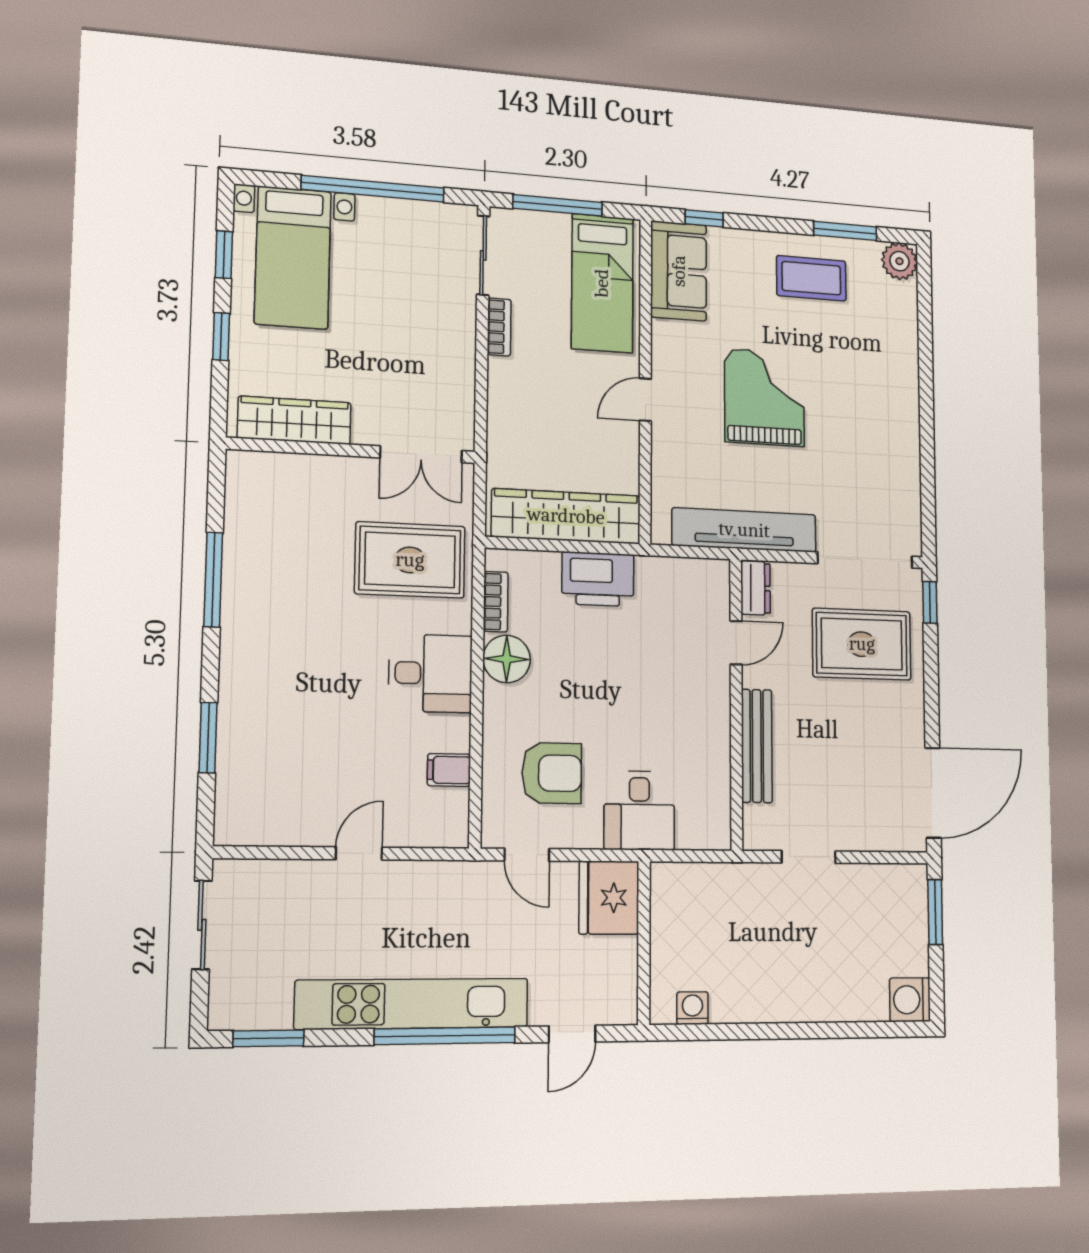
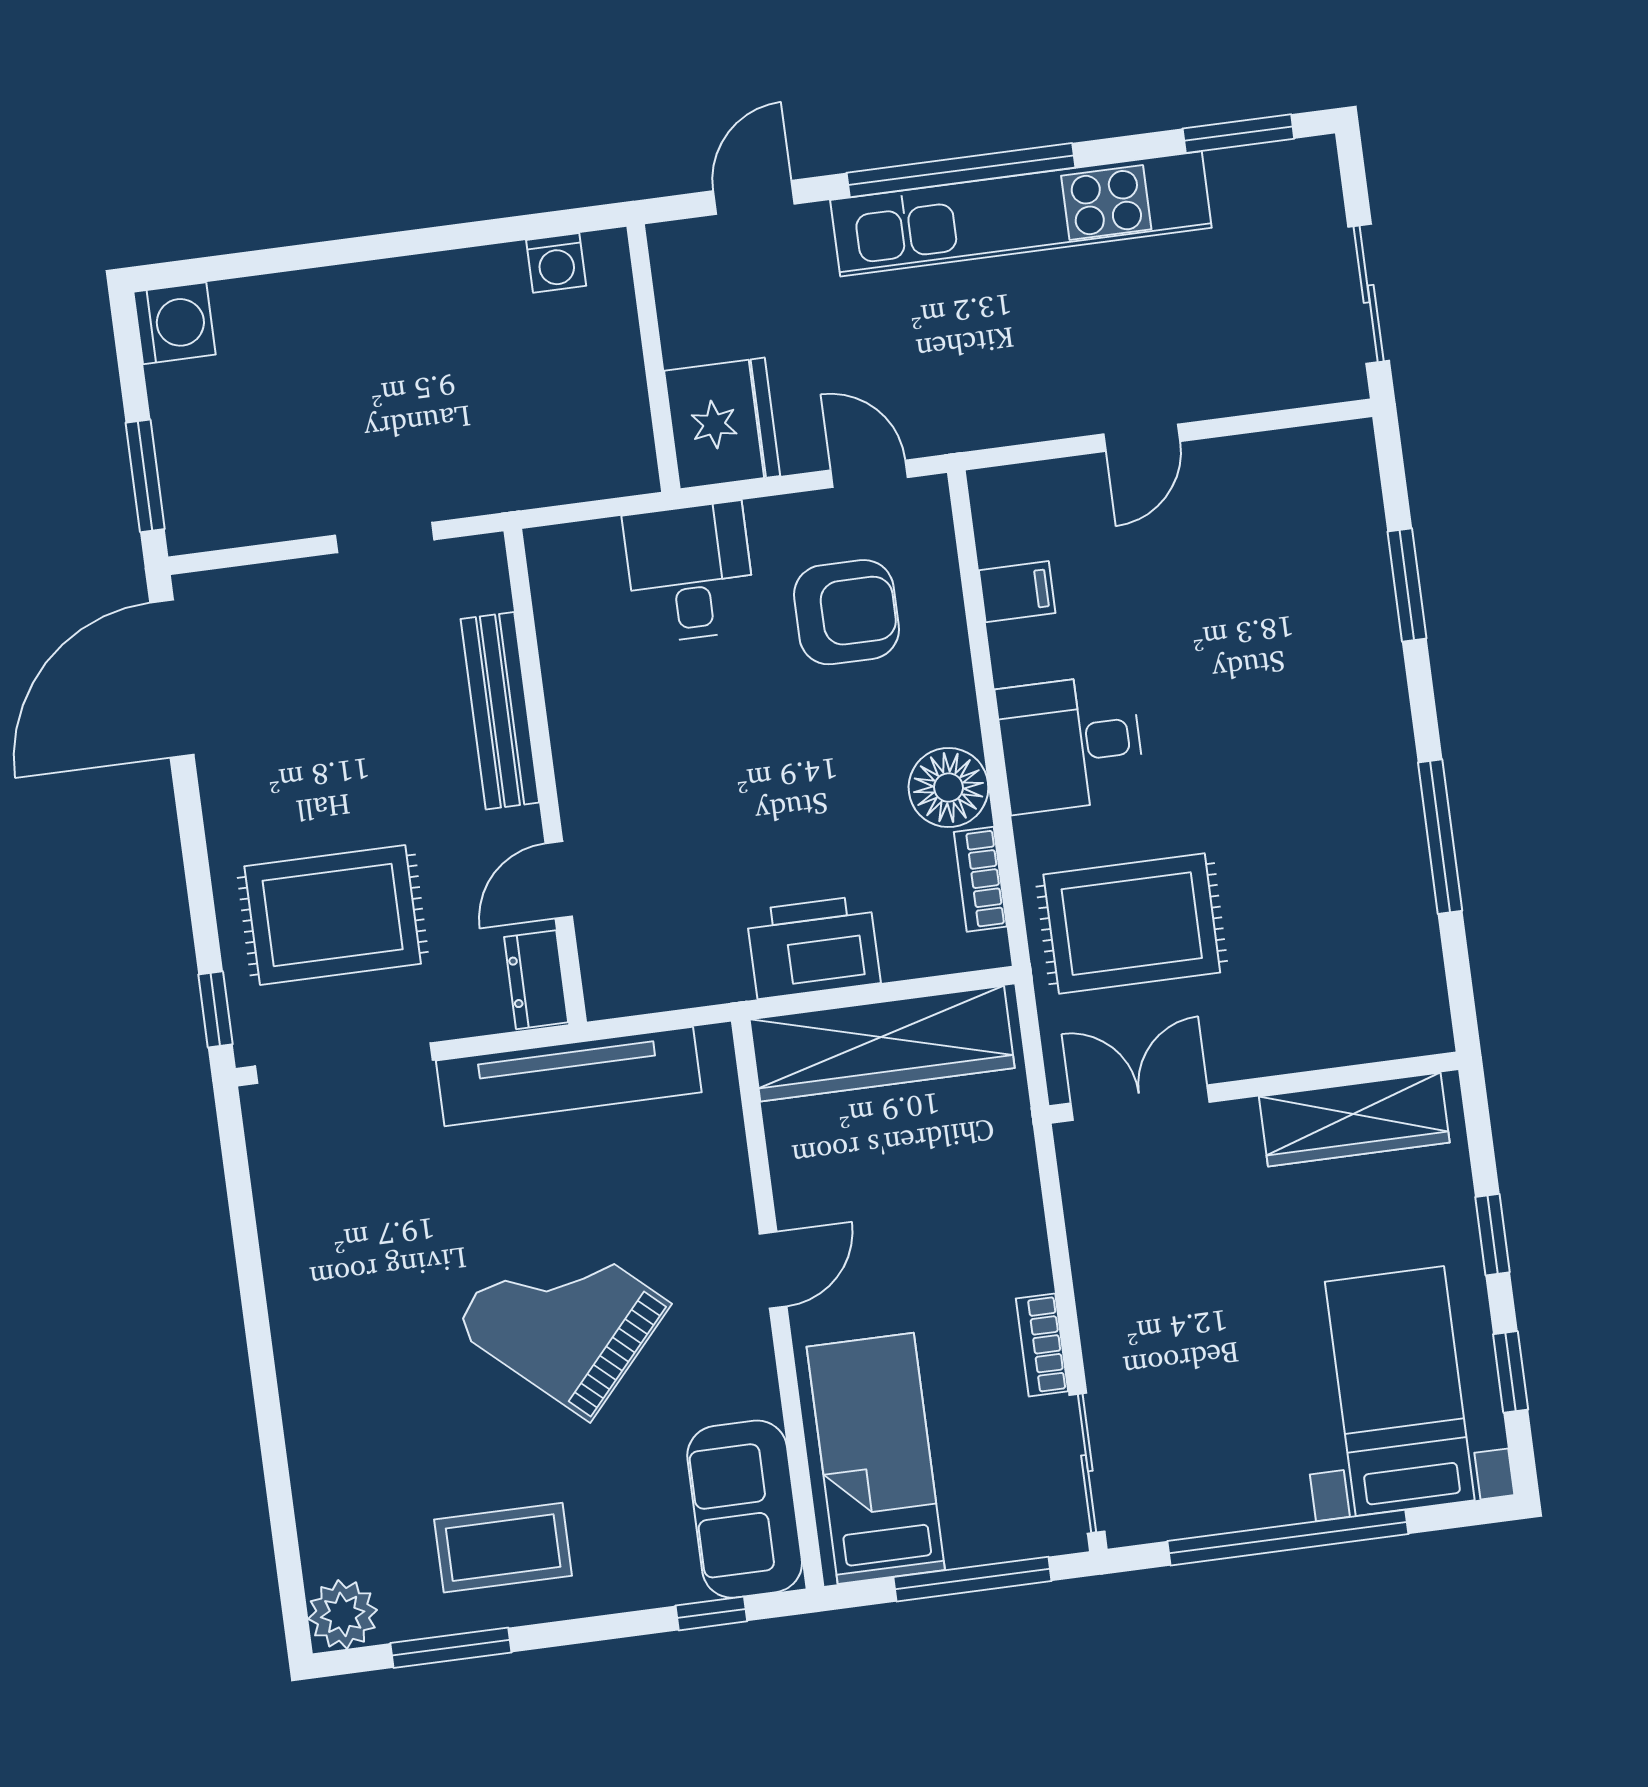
grand piano: (764, 397) -> (562, 1316), turned 132
armchair: (552, 773) -> (846, 612), turned 180

